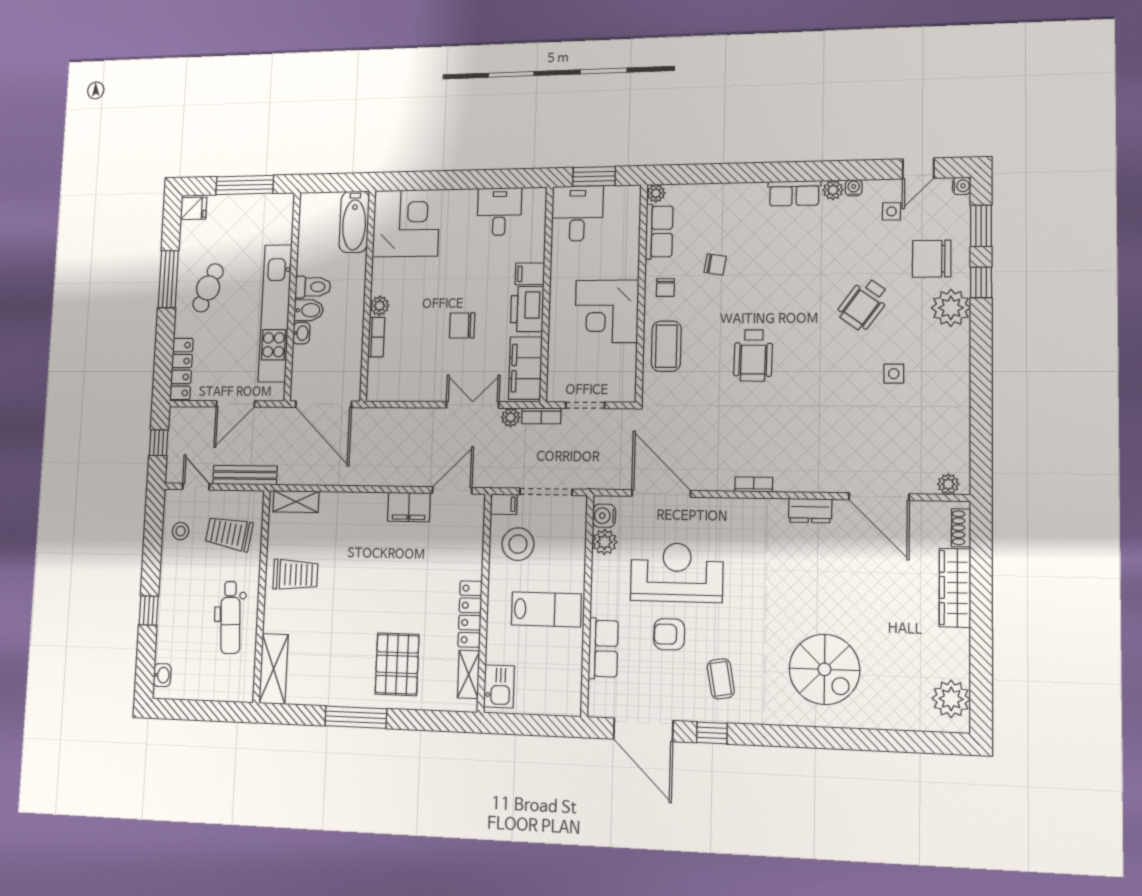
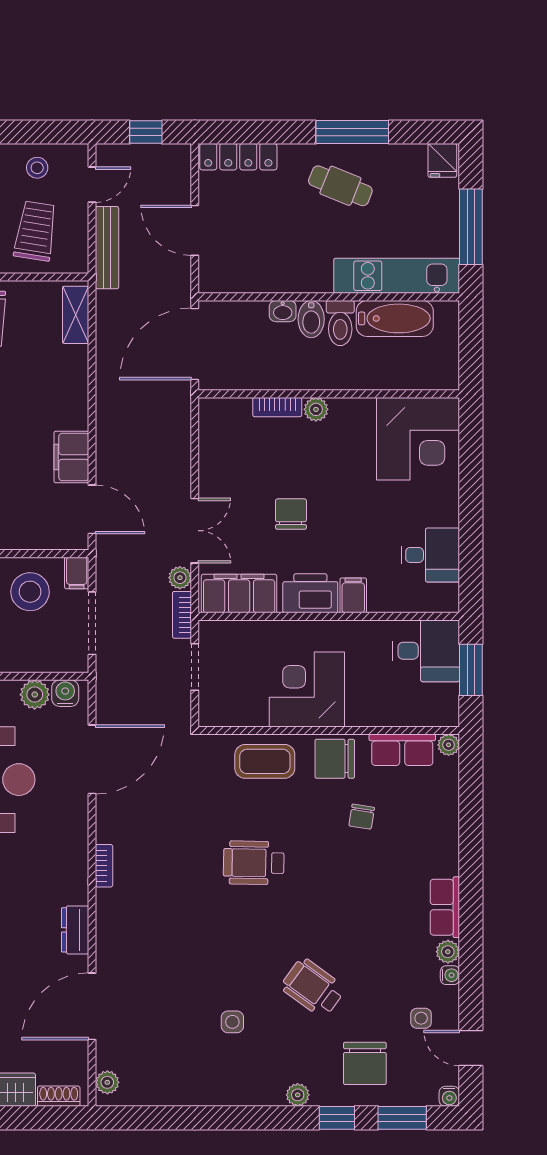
bathtub: (354, 222) -> (395, 318), moved, turned 180
chair: (932, 259) -> (365, 1063), turned 180
chair: (665, 288) -> (335, 759), width x1.87, depth x1.87
plant: (951, 308) -> (298, 1095), width x0.53, depth x0.53
kitchen unit: (275, 313) -> (397, 276), moved, width x0.73

